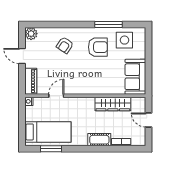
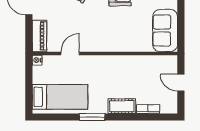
wardrobe: (113, 104) -> (138, 63), removed
window: (51, 149) -> (92, 117), moved

